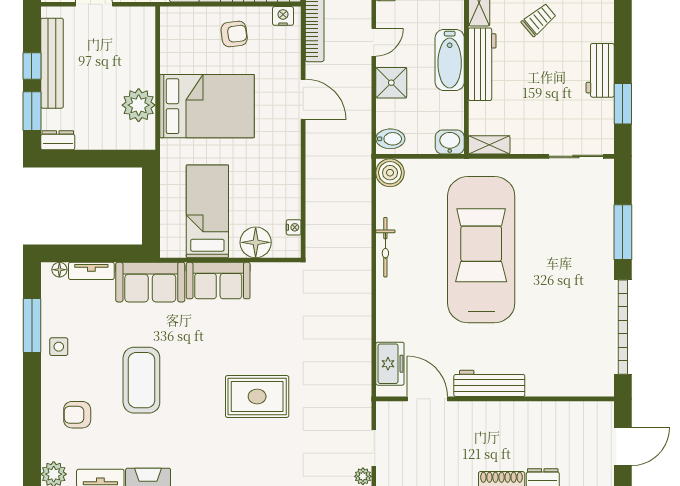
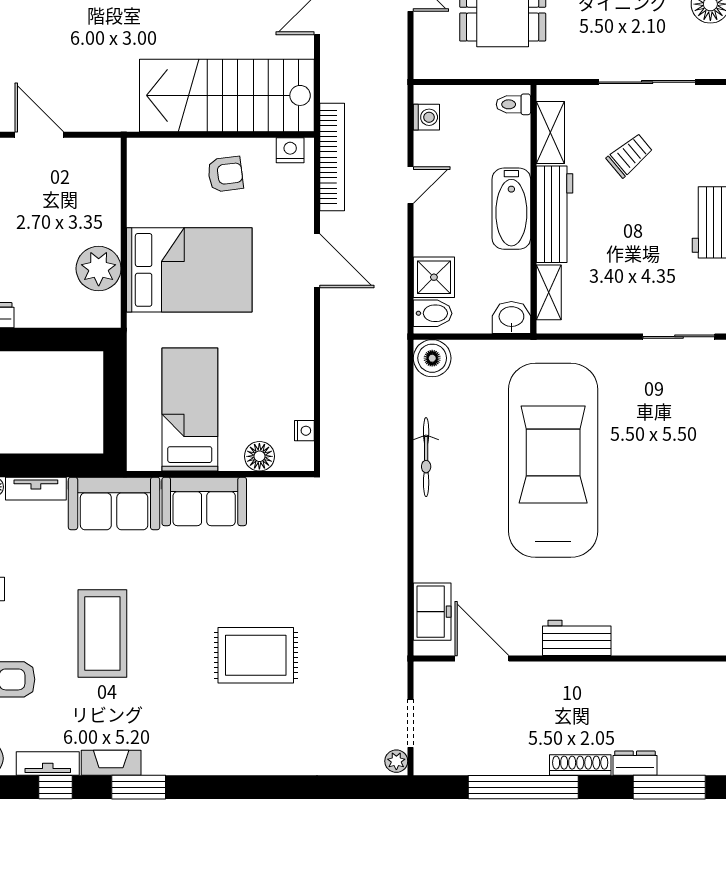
shower: (391, 83) -> (434, 277), moved
shelving: (489, 145) -> (549, 292), moved, turned 90
floor lamp: (256, 242) -> (259, 456), width x0.73, depth x0.73
workbench: (489, 383) -> (577, 638), width x0.73

